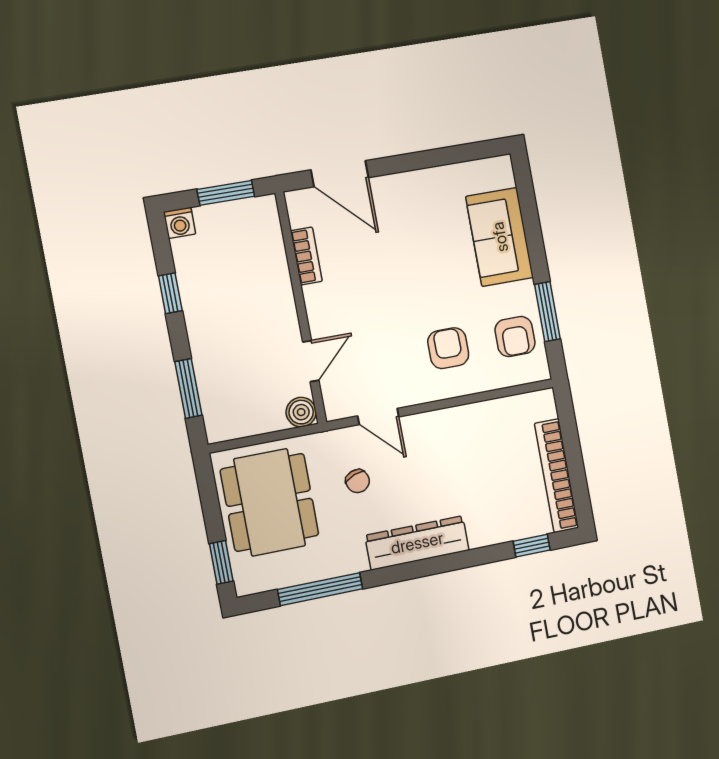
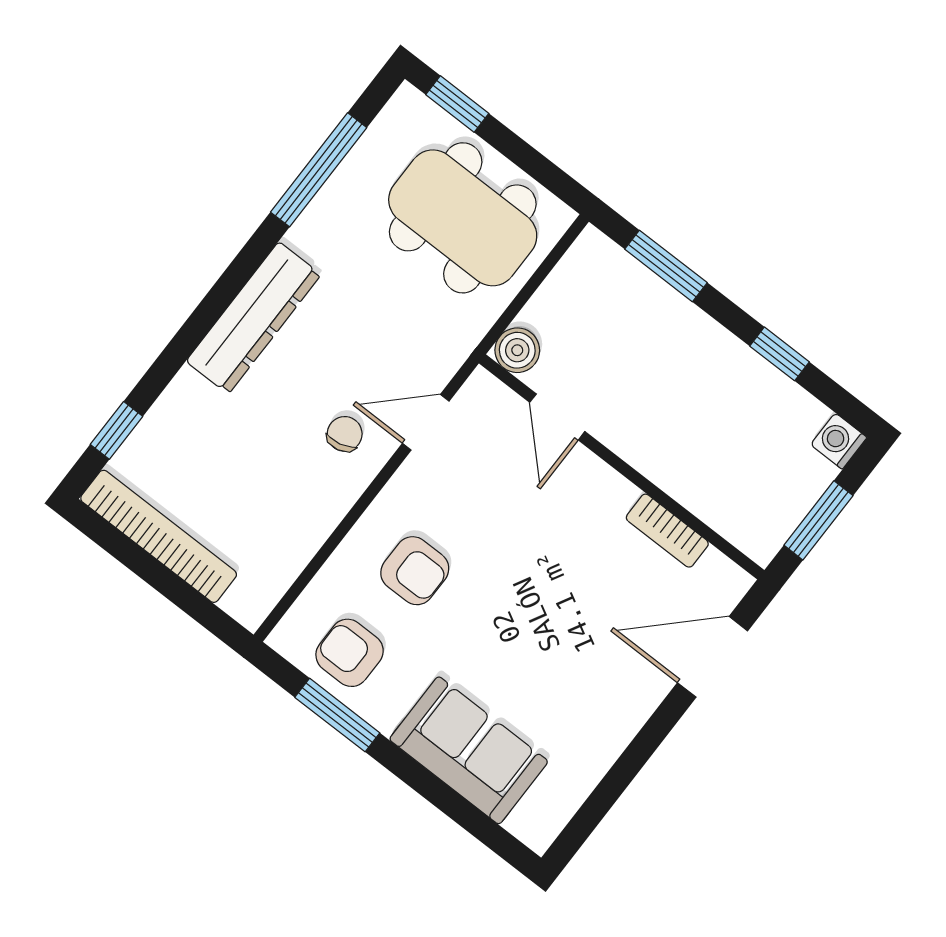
chair: (358, 481) -> (345, 434), moved, turned 98

